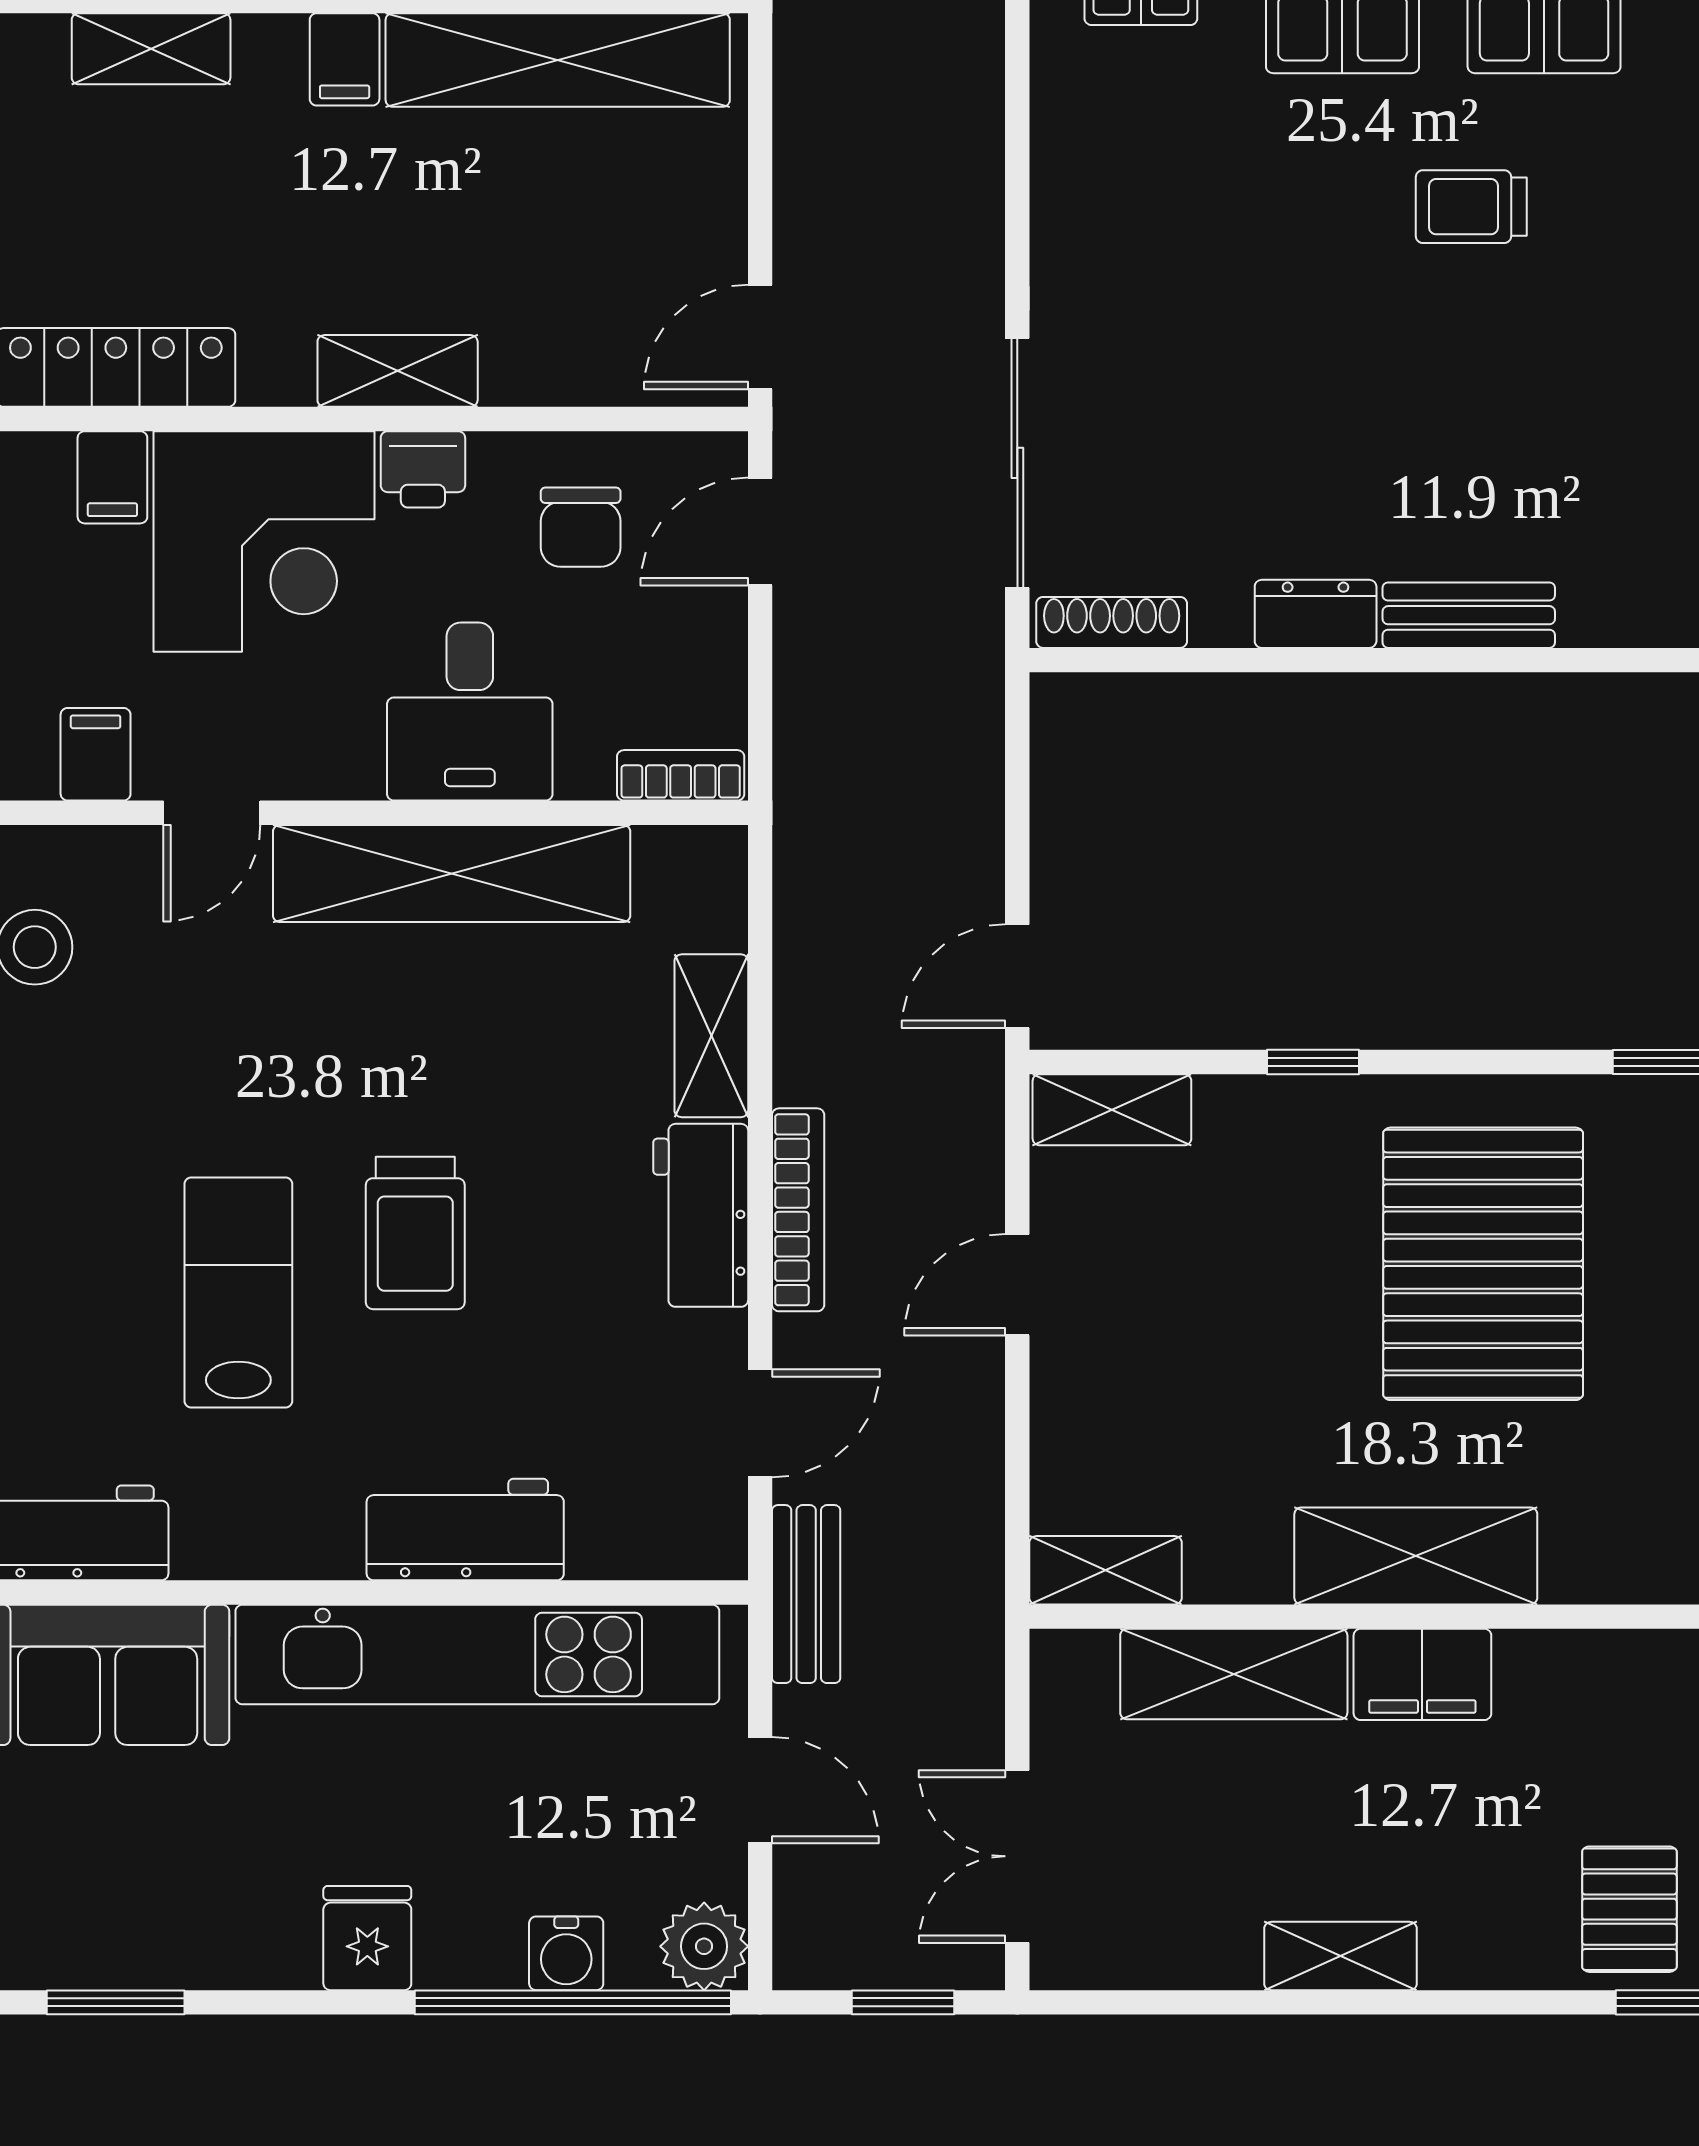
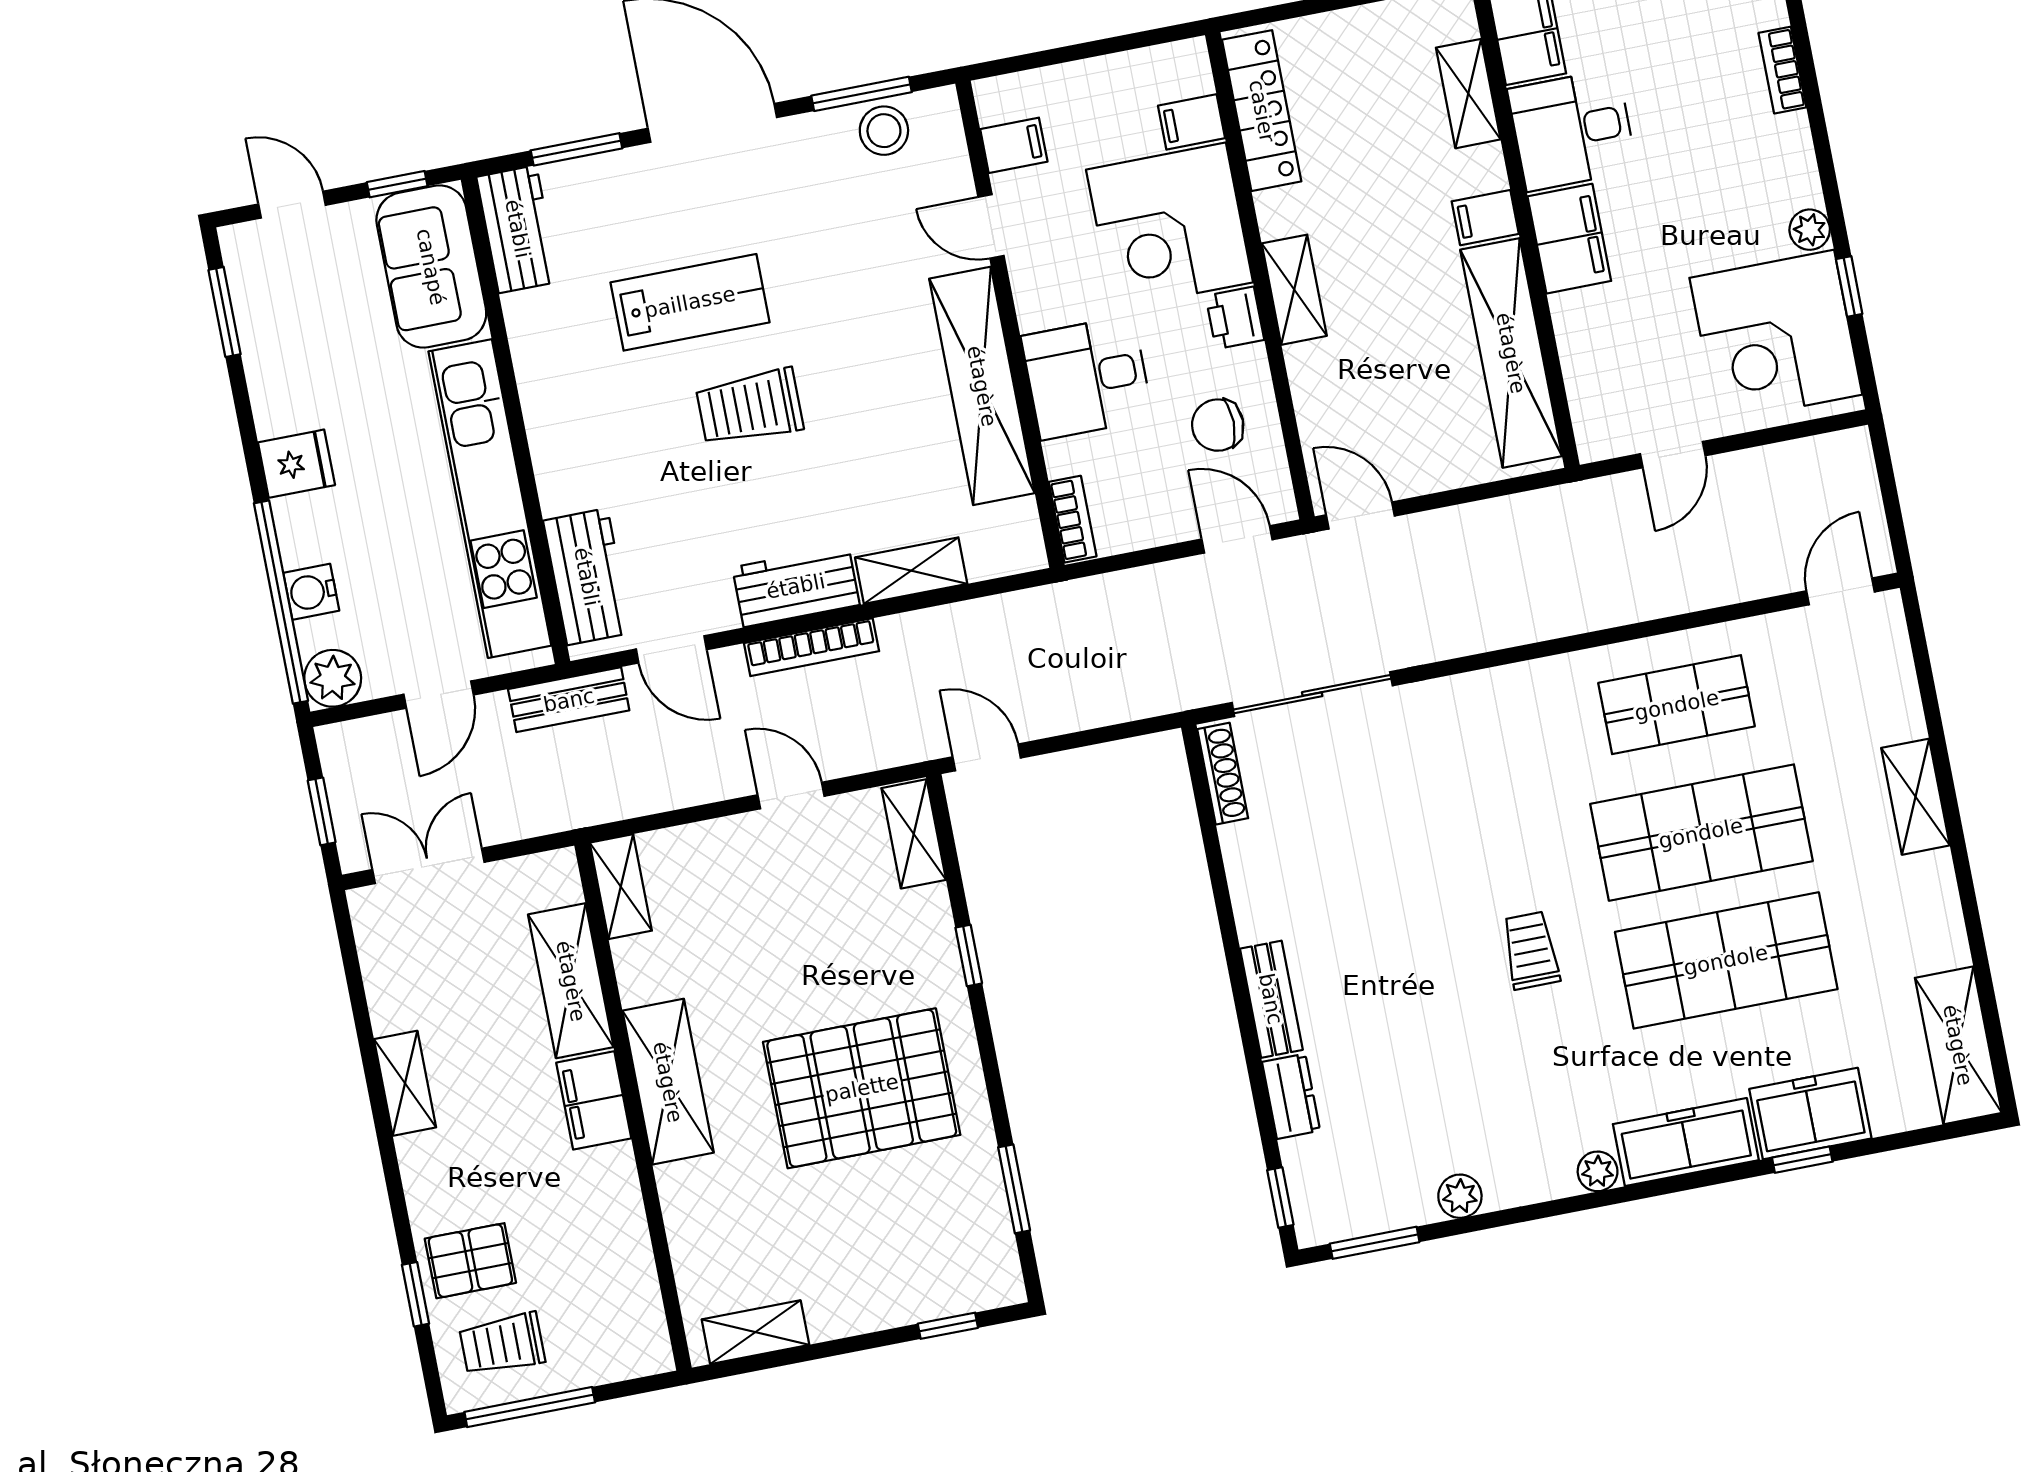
dresser: (1316, 614) -> (1291, 1096), moved
workbench: (465, 1530) -> (587, 577), moved

